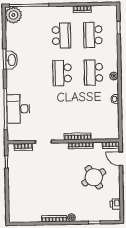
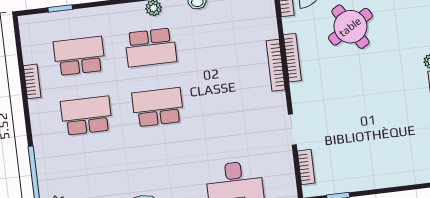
school desk: (93, 35) -> (79, 56), turned 180
school desk: (62, 73) -> (158, 107), turned 180

